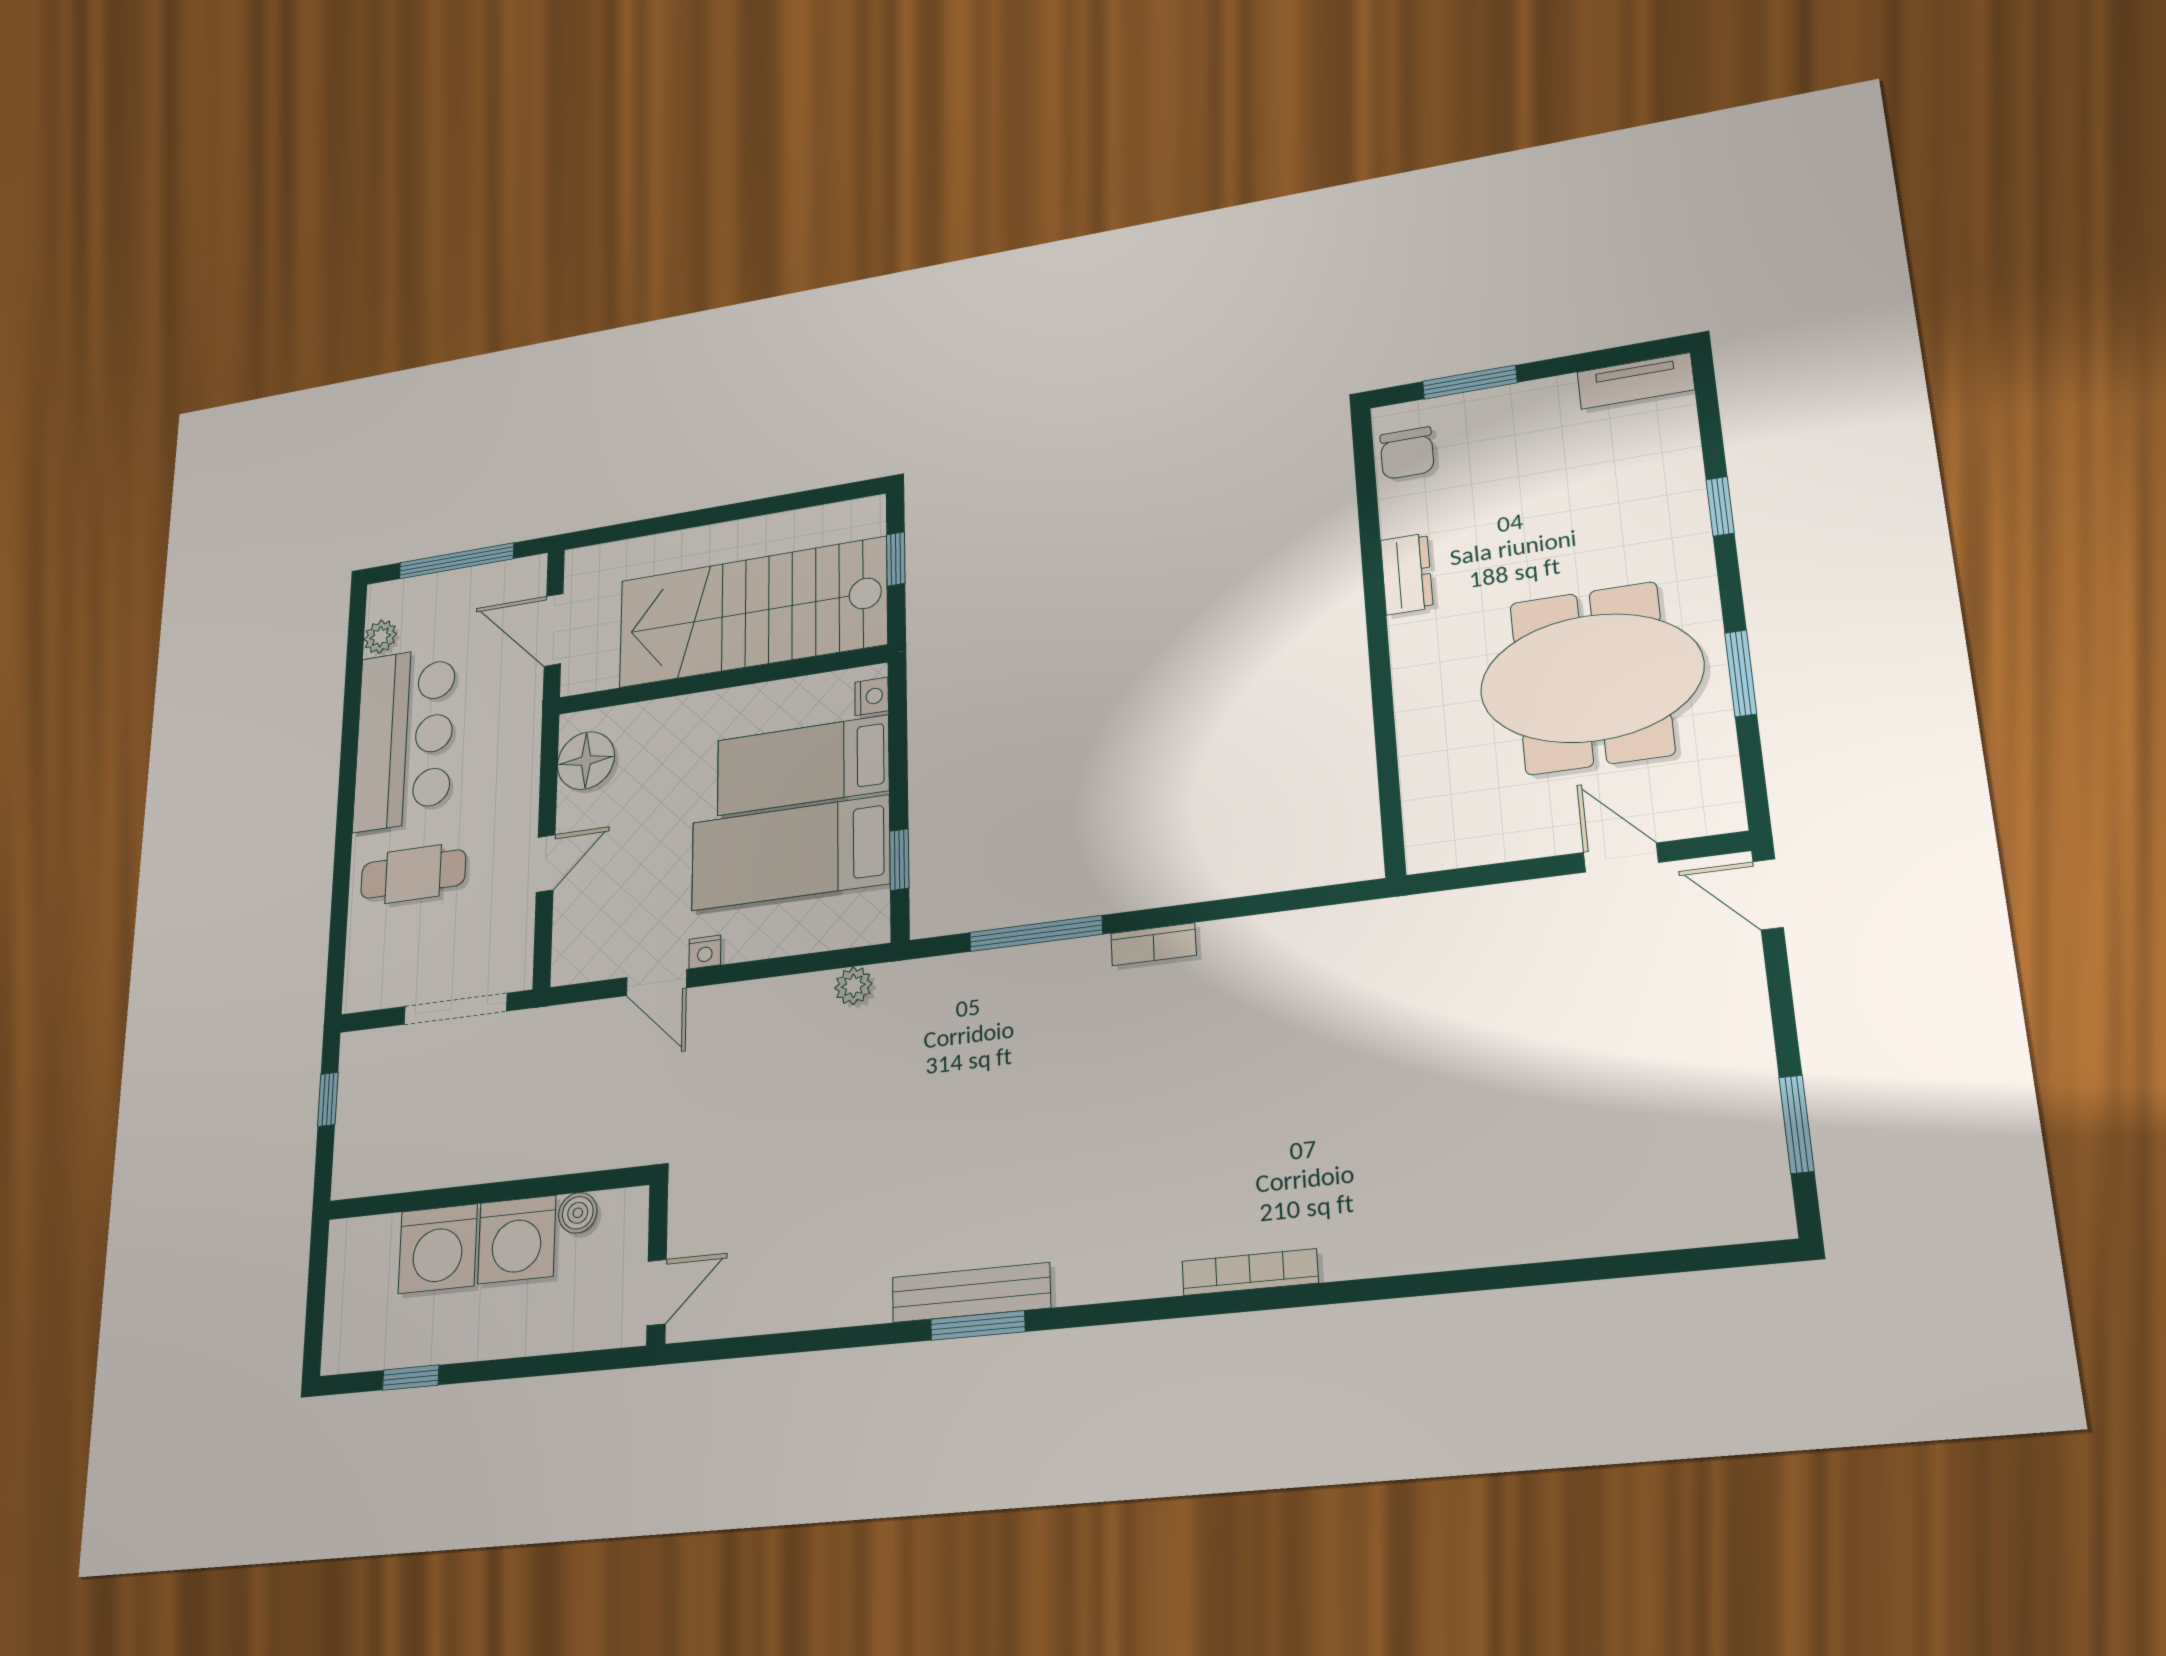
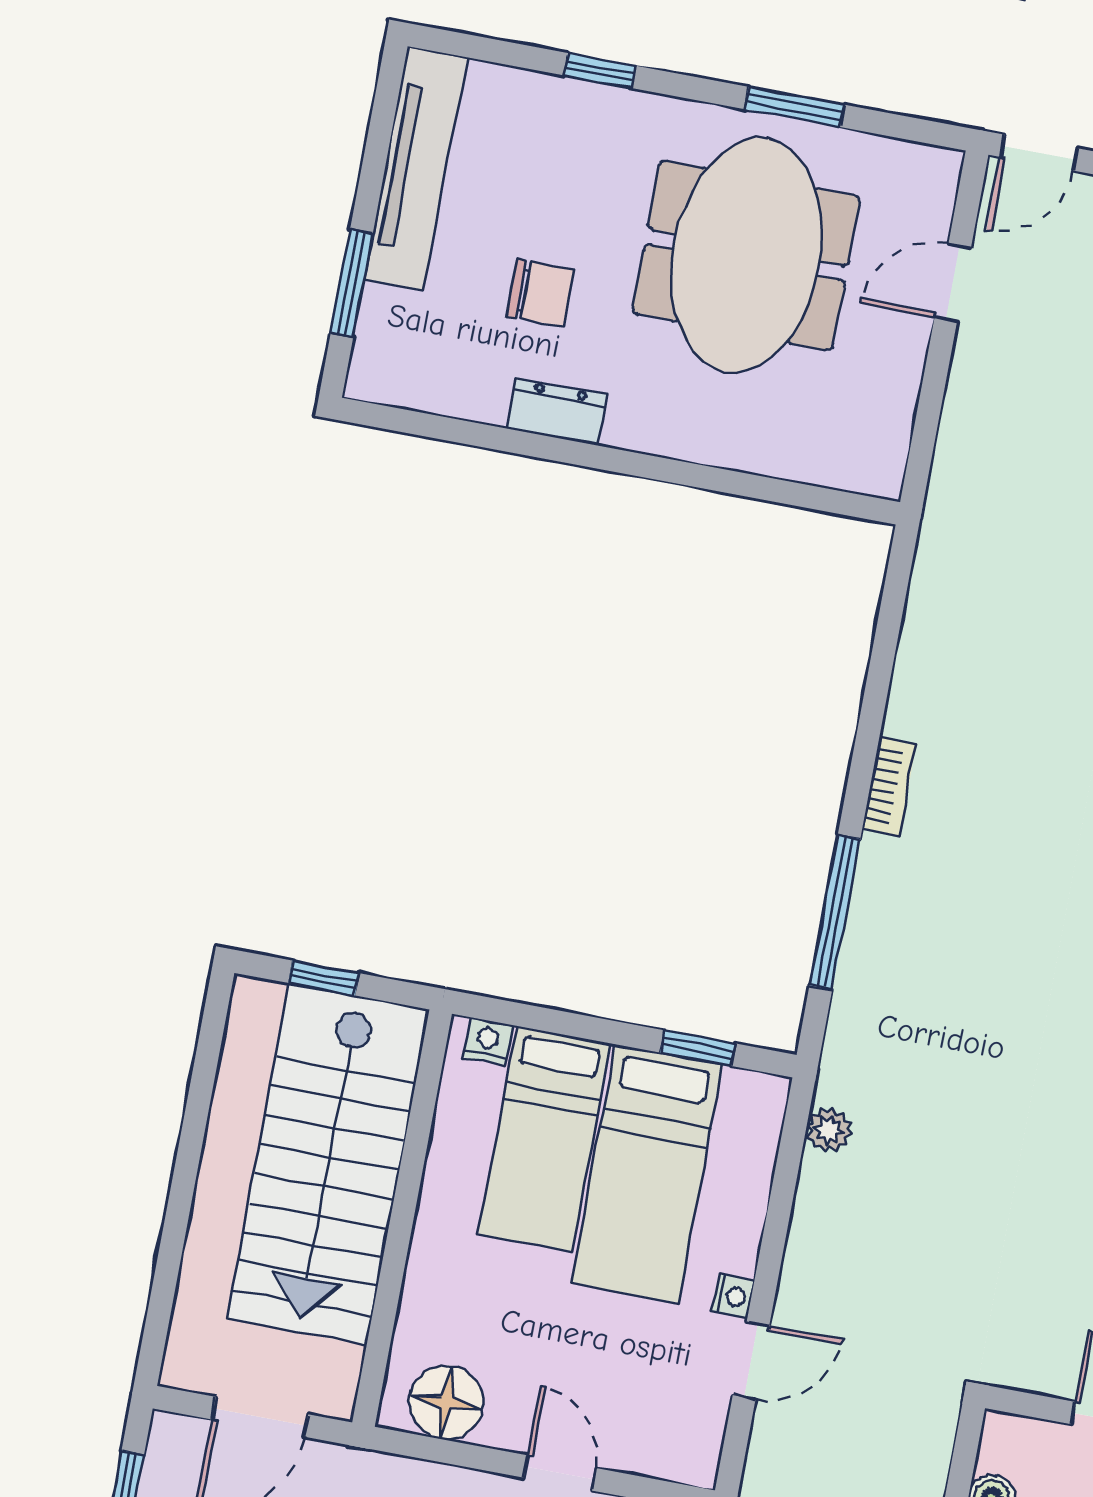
tv unit: (1636, 381) -> (416, 168), width x1.92, depth x1.29
chair: (1407, 453) -> (540, 293), moved

